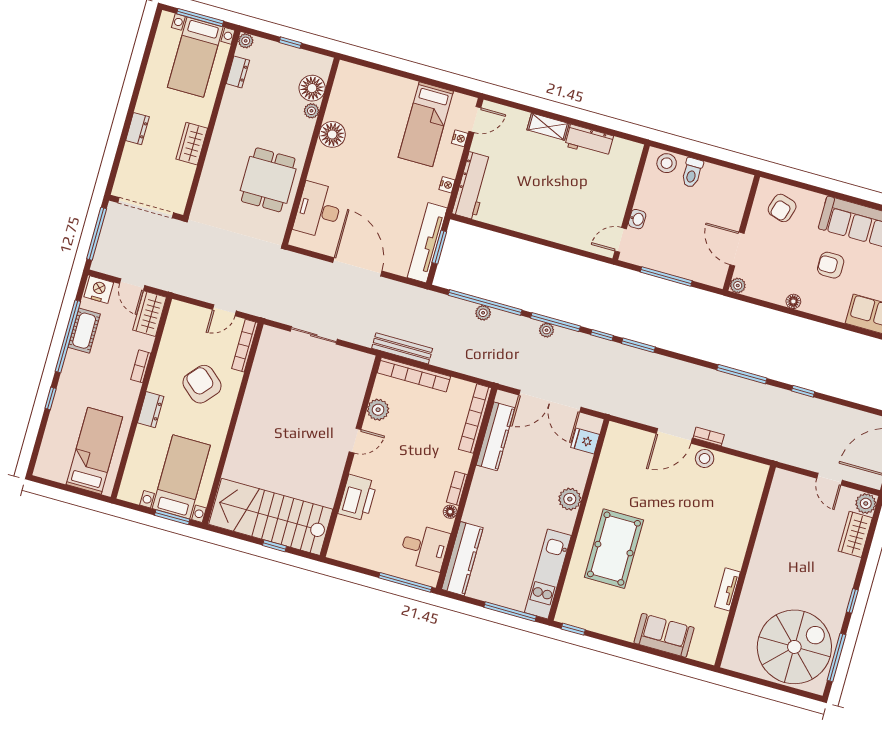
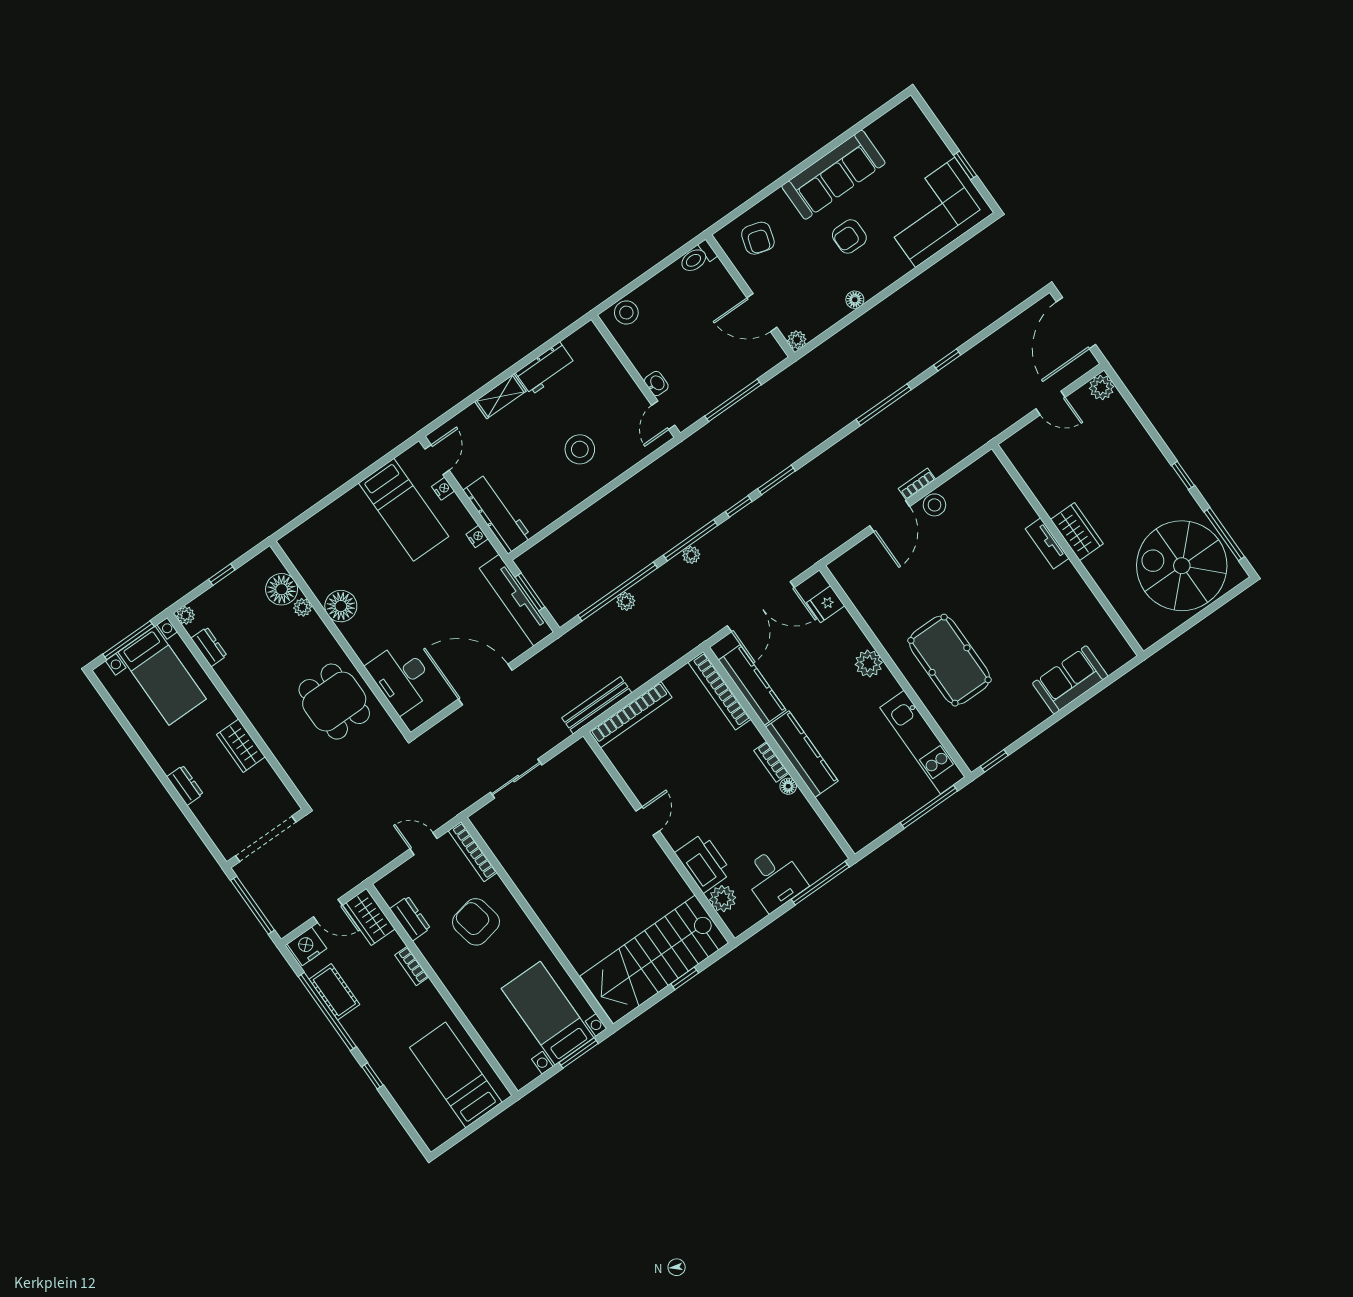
toilet: (692, 173) -> (697, 258), moved, turned 90
stool: (556, 205) -> (580, 449), added
door: (224, 310) -> (424, 844), swing flipped
armchair: (202, 384) -> (476, 922), turned 38
dresser: (151, 410) -> (410, 919), moved
plant: (378, 410) -> (723, 899), moved
wardrobe: (855, 534) -> (1077, 532), moved, turned 180
desk: (425, 547) -> (774, 879), moved, turned 90
kitchen counter: (462, 559) -> (802, 754), moved
tv unit: (728, 589) -> (1047, 543), moved
spiral stairs: (794, 647) -> (1182, 566), turned -90

